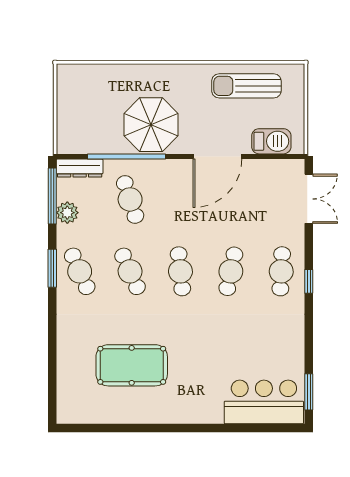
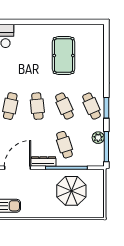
parasol: (151, 125) -> (71, 191), moved
dresser: (80, 168) -> (43, 162), moved
pool table: (132, 365) -> (64, 56), turned 90

